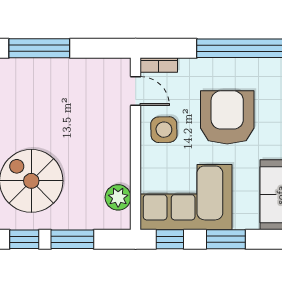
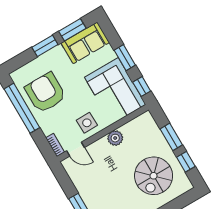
door: (136, 91) -> (76, 149), swing flipped
armchair: (227, 117) -> (45, 93), moved, turned 90
plant: (118, 197) -> (115, 138), moved

